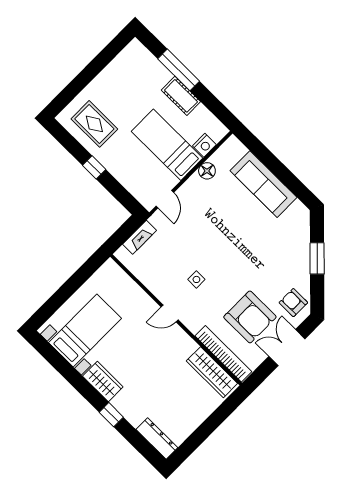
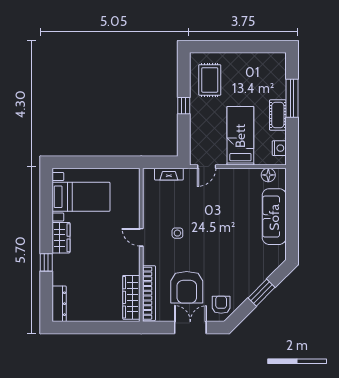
nightstand: (204, 145) -> (279, 148), moved, turned -90
floor lamp: (207, 171) -> (268, 175), moved

